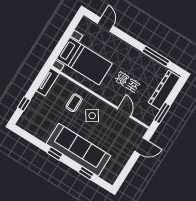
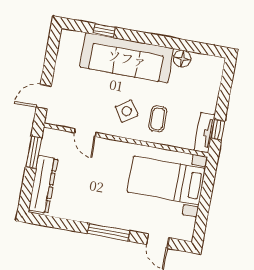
window: (156, 56) -> (109, 232), moved
window: (24, 104) -> (218, 130), moved
floor lamp: (43, 135) -> (182, 59), added
window: (55, 154) -> (157, 40), removed

